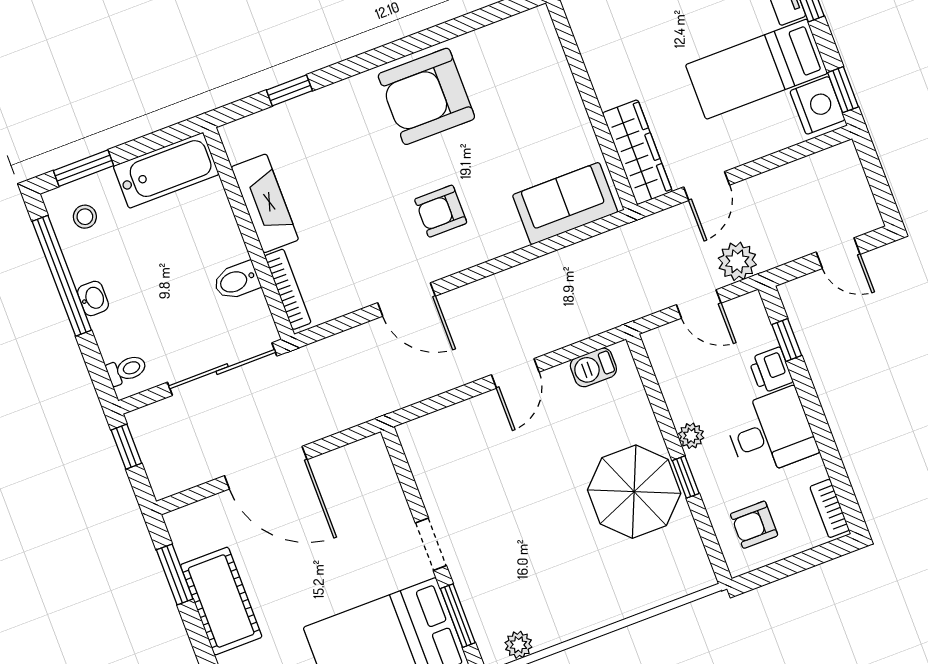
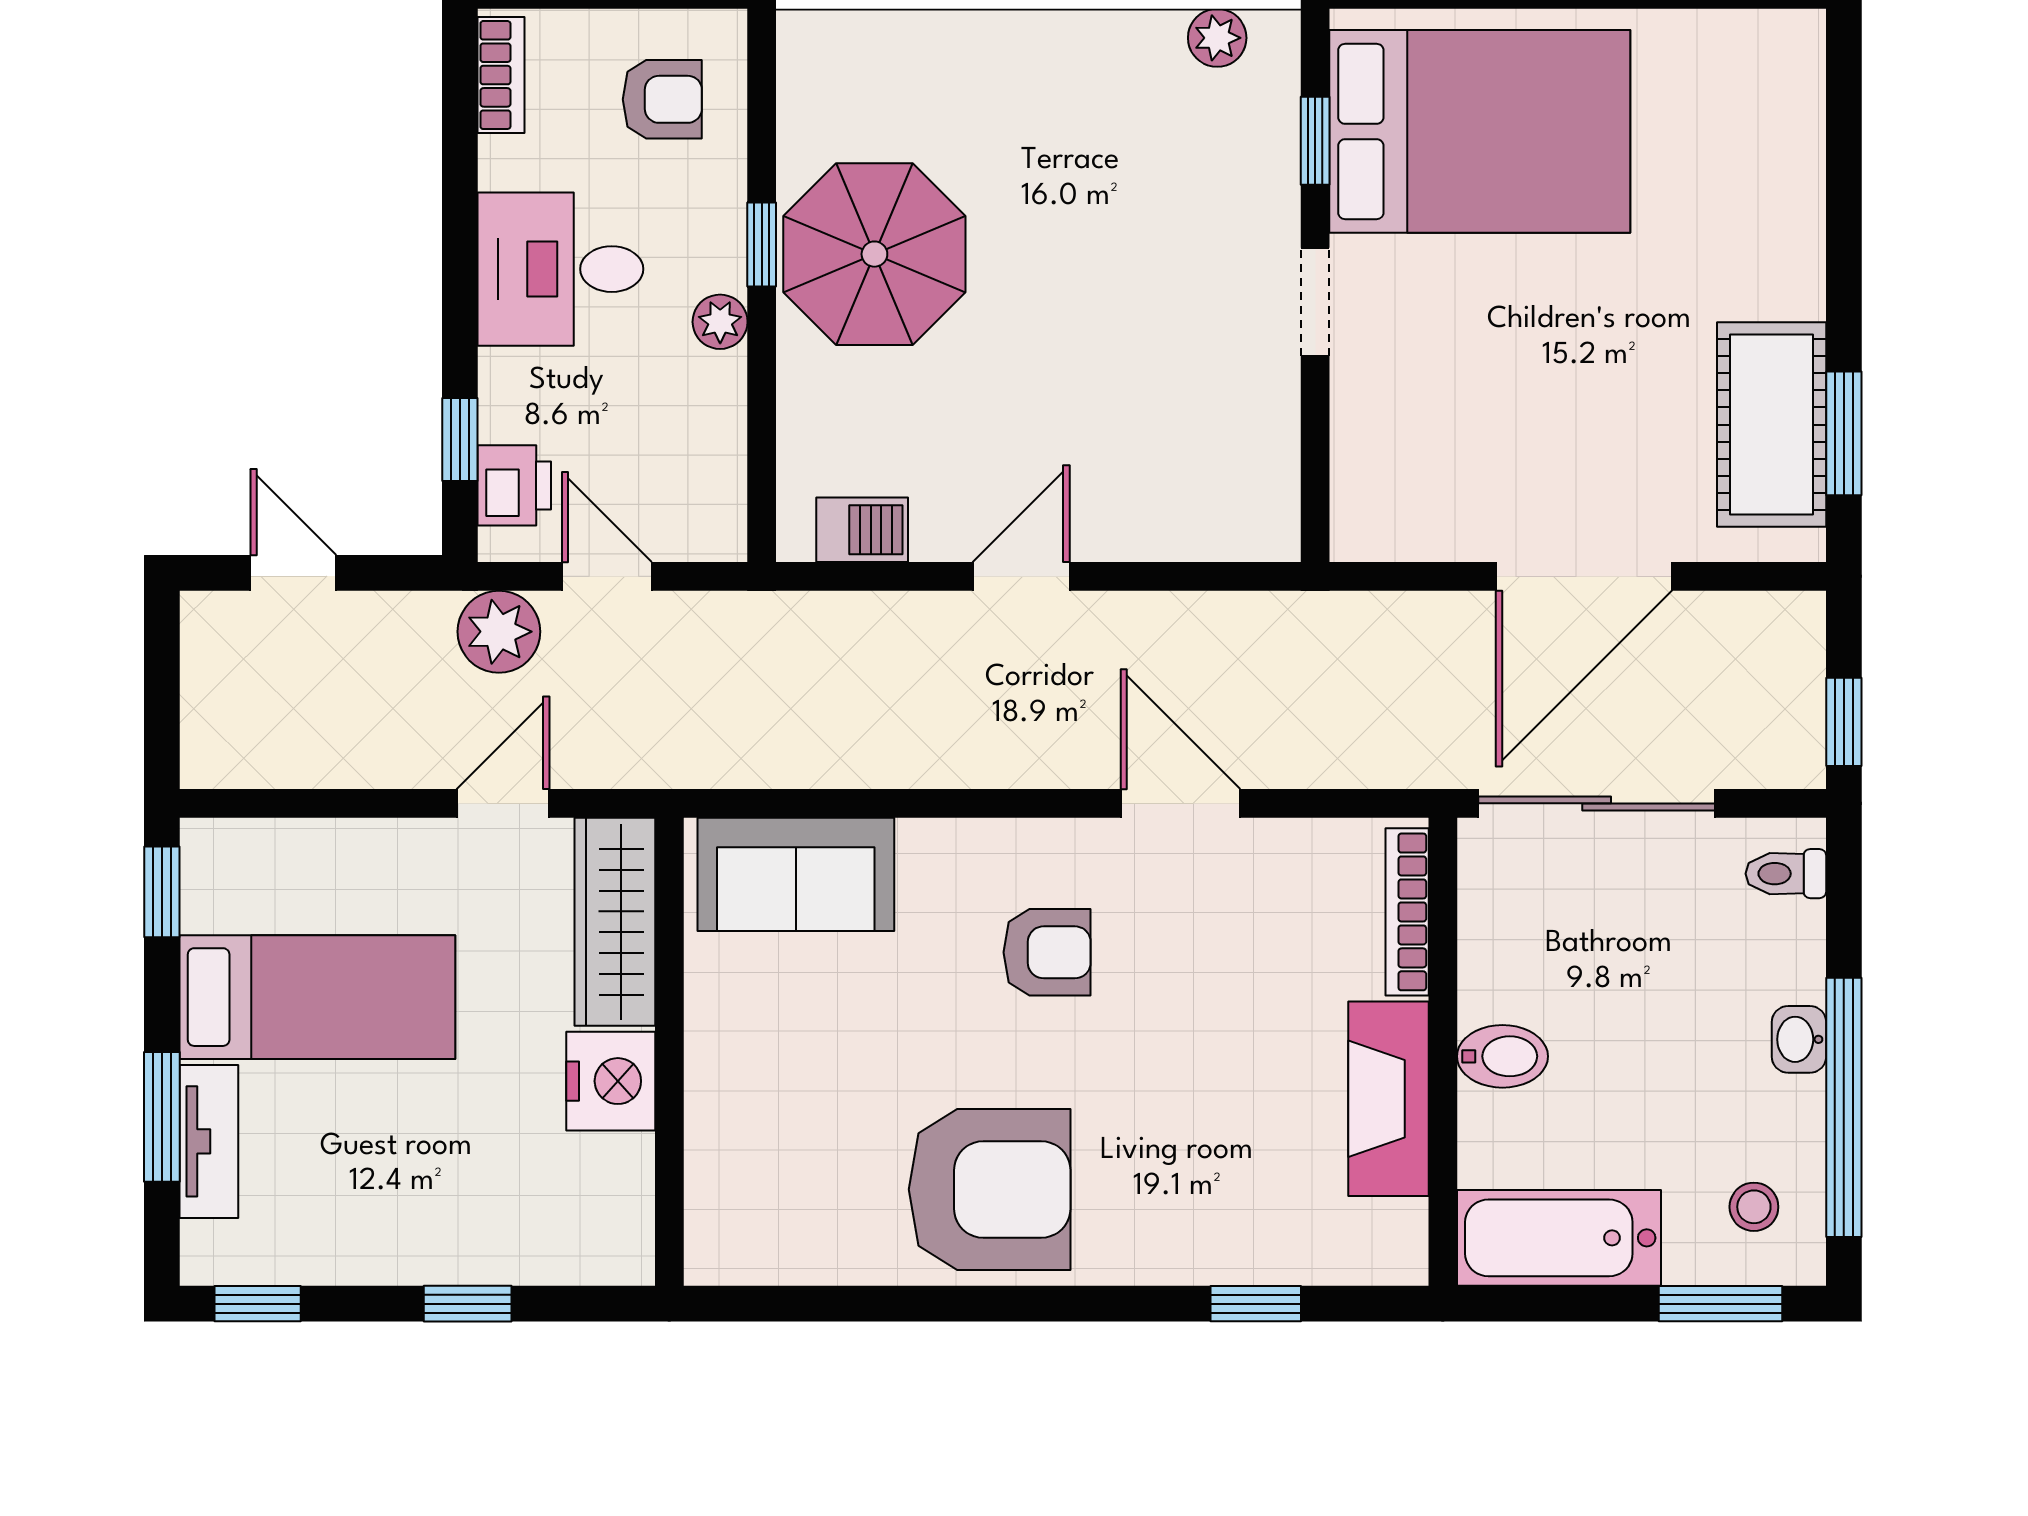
nightstand: (817, 105) -> (611, 1081), moved, turned 180
bidet: (236, 281) -> (1502, 1056), moved
printer: (771, 370) -> (514, 485), moved
door: (266, 468) -> (1584, 576), swing flipped
cot: (221, 601) -> (1772, 425), moved
window: (458, 616) -> (1315, 141), width x0.67

